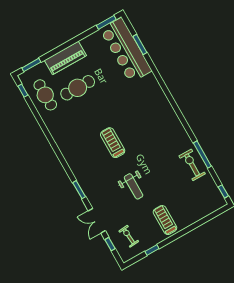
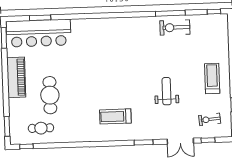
piano: (65, 58) -> (16, 77), moved
cafe table: (45, 95) -> (41, 128), width x0.73, depth x0.74
treadmill: (113, 143) -> (115, 116), moved
weight bench: (134, 186) -> (167, 91), turned -90
treadmill: (165, 220) -> (212, 79), turned 90

